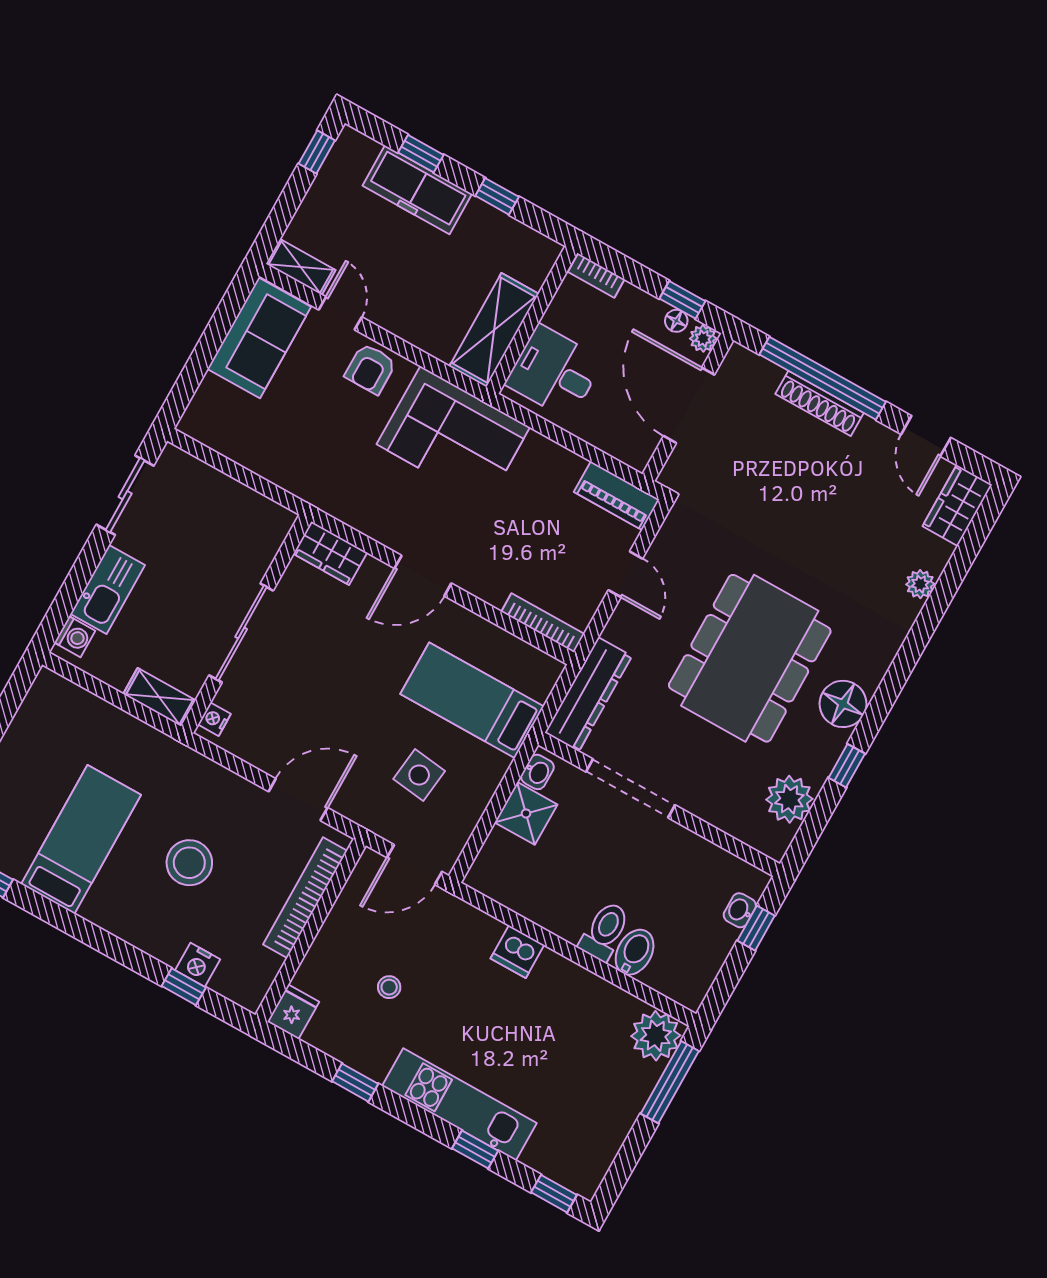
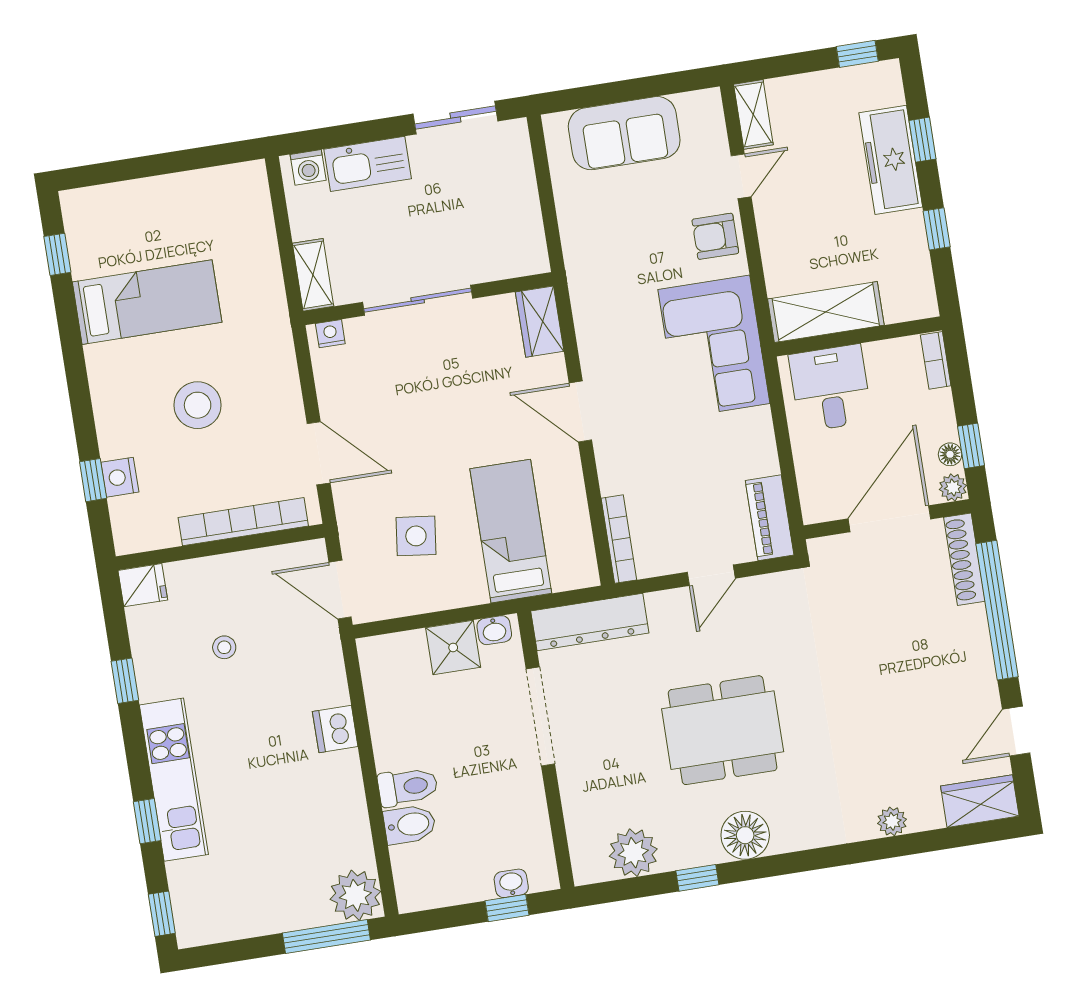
sofa: (259, 338) -> (624, 133), moved
shoe rack: (820, 403) -> (964, 559), moved
dining table: (750, 658) -> (723, 730), width x0.73, depth x0.80

